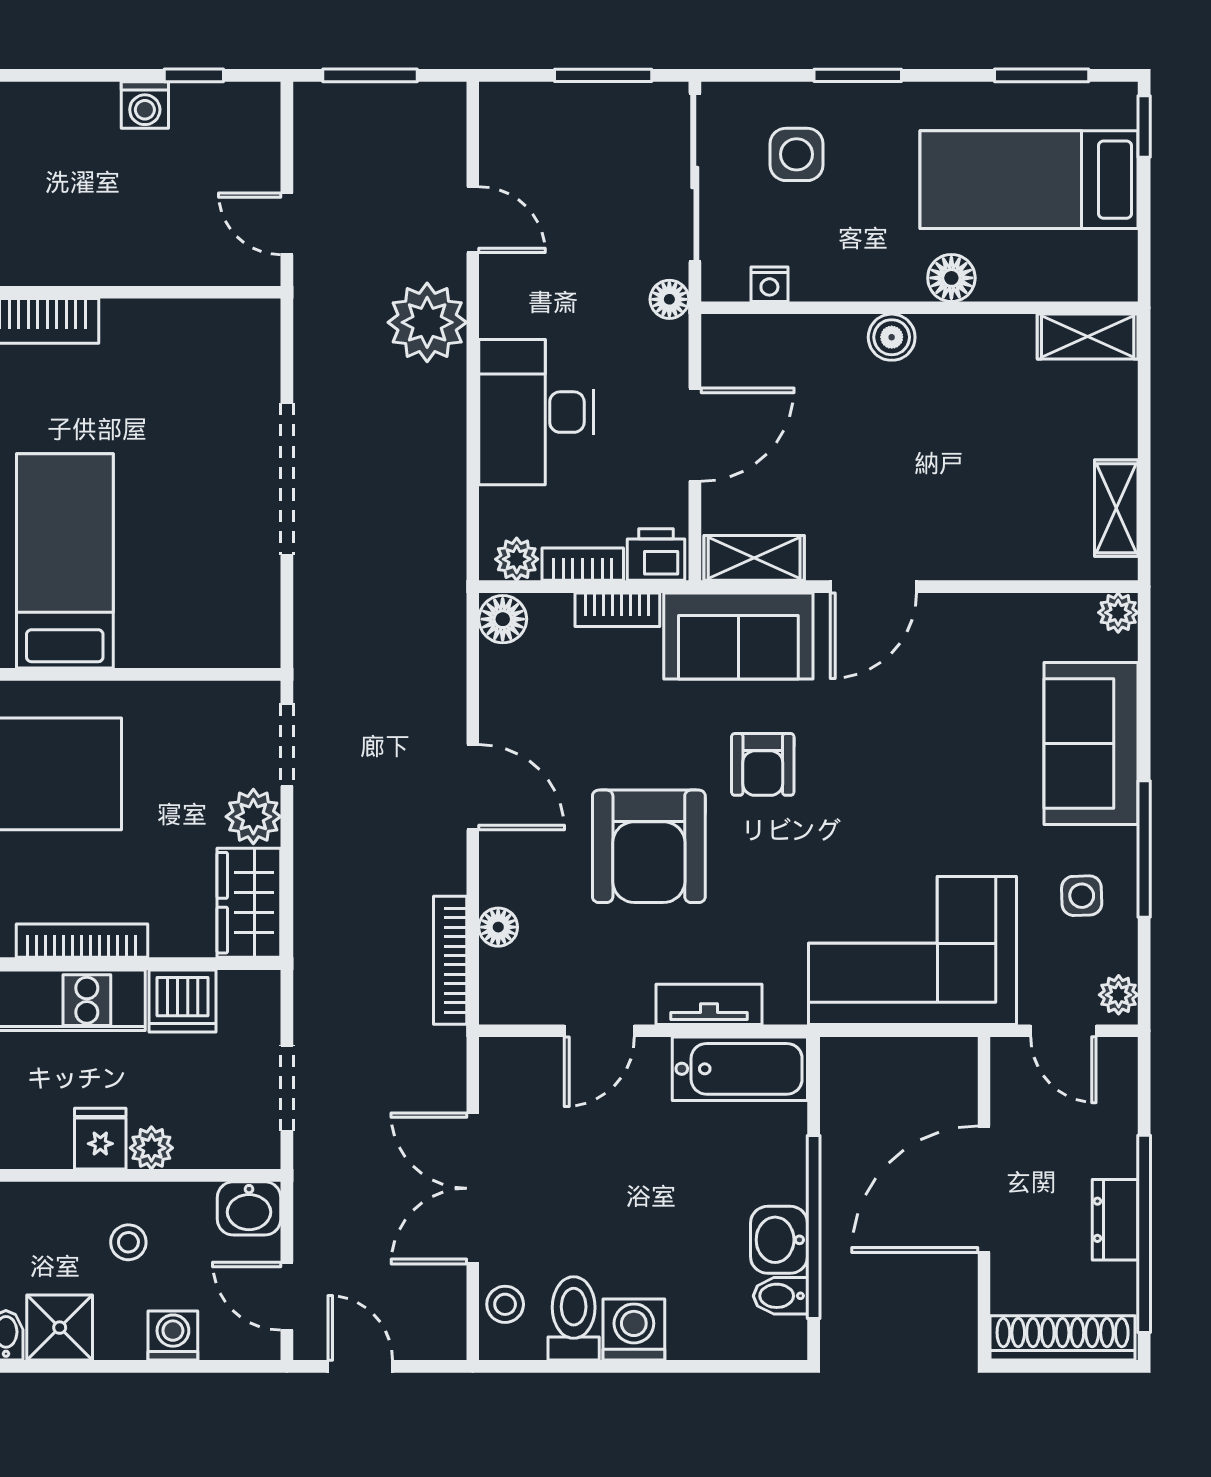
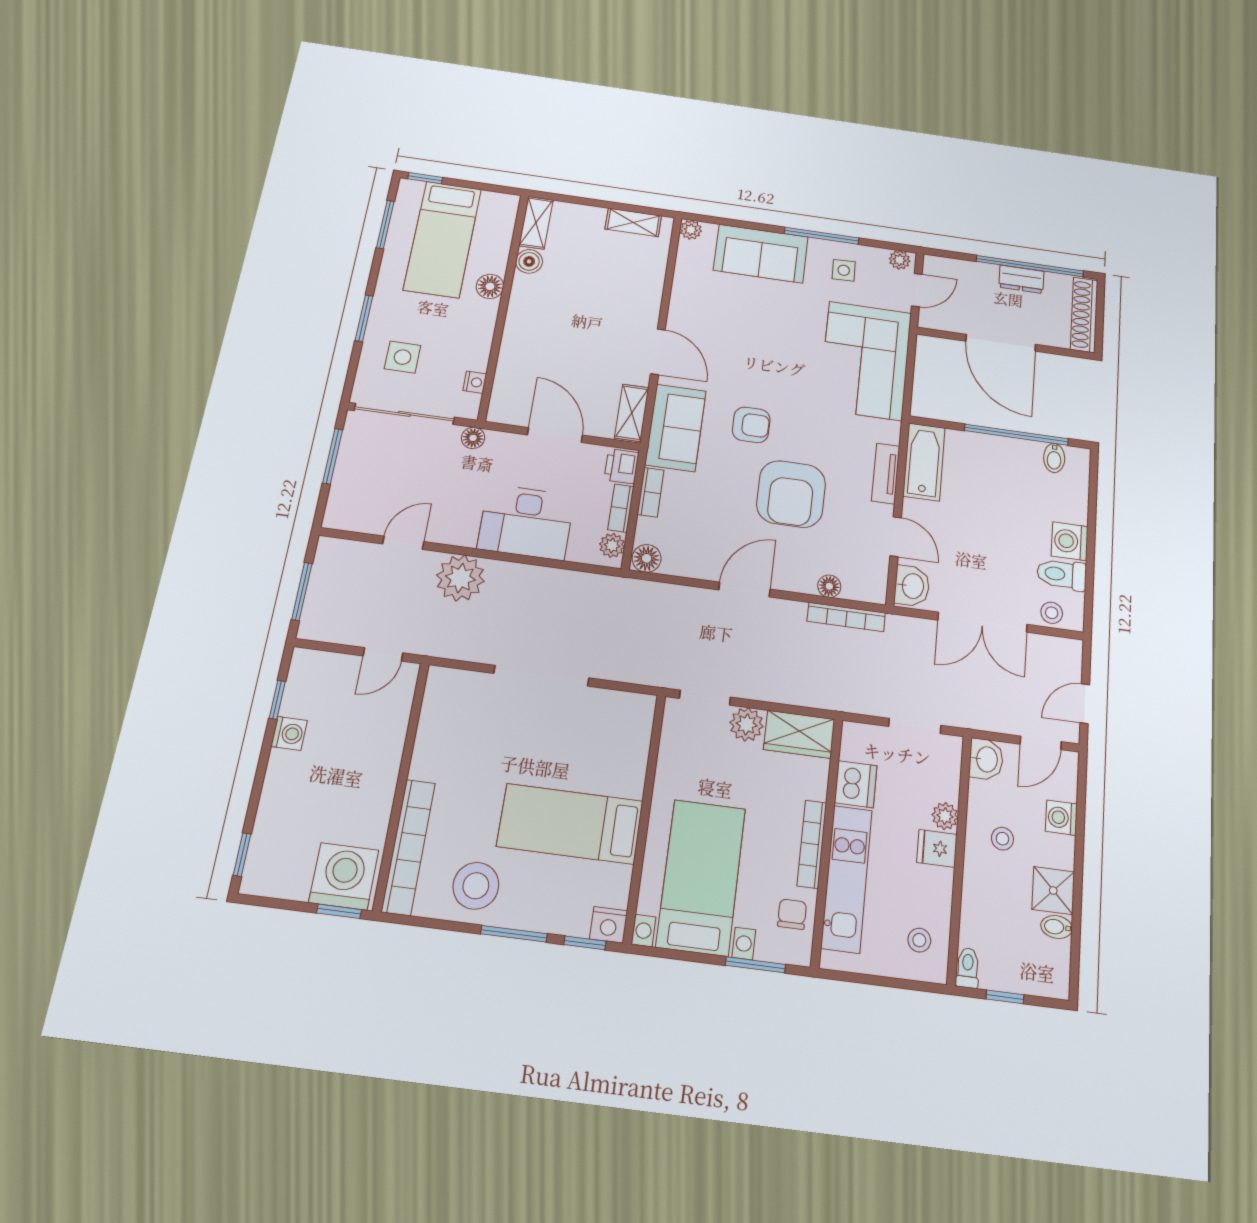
boiler: (892, 337) -> (529, 261), moved
armchair: (649, 846) -> (791, 494), turned 90
washbasin: (779, 1240) -> (912, 586), moved, turned -90

